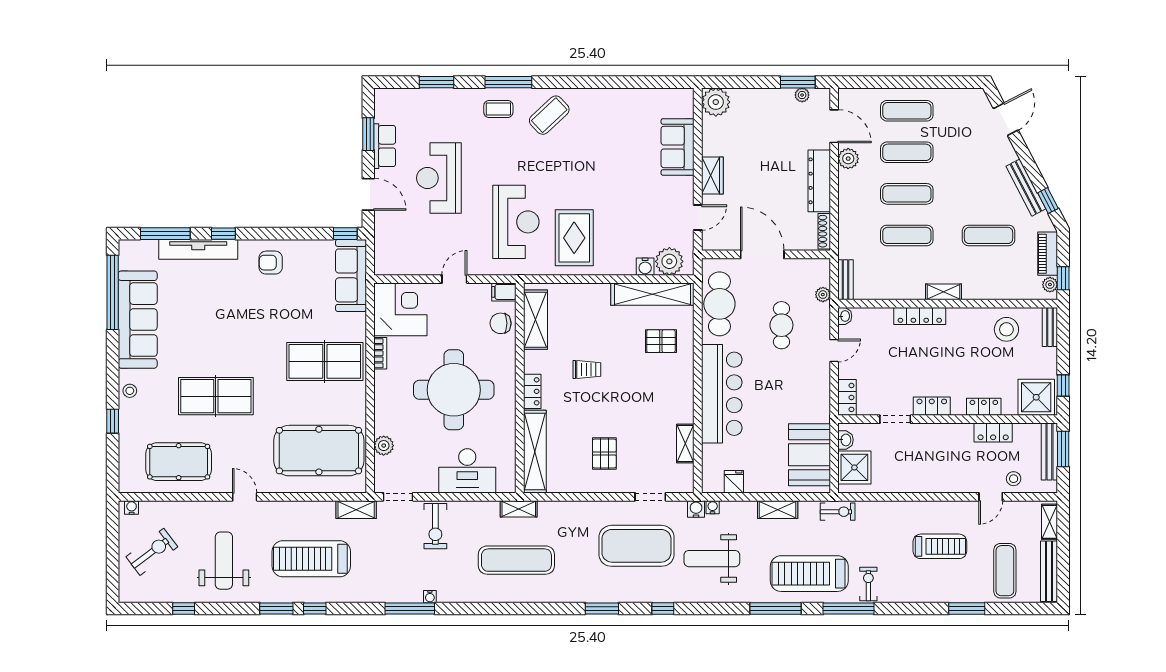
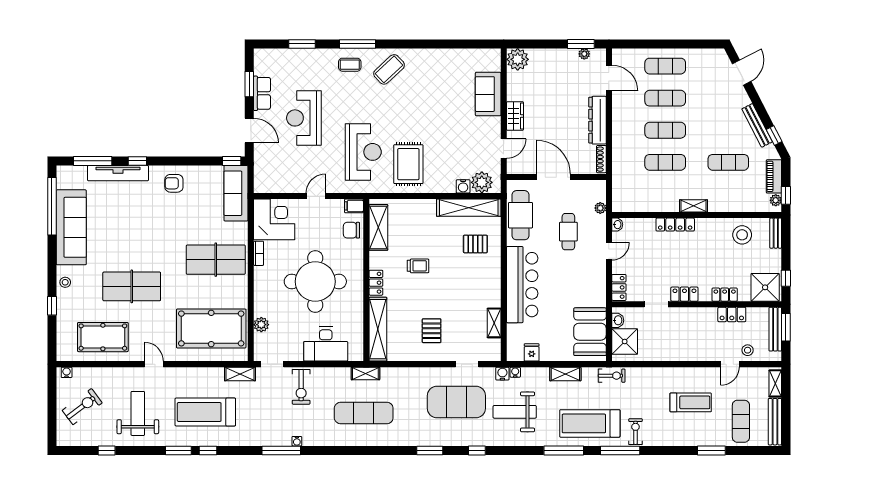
plant: (848, 159) -> (620, 103), removed
bench: (846, 280) -> (618, 197), removed

